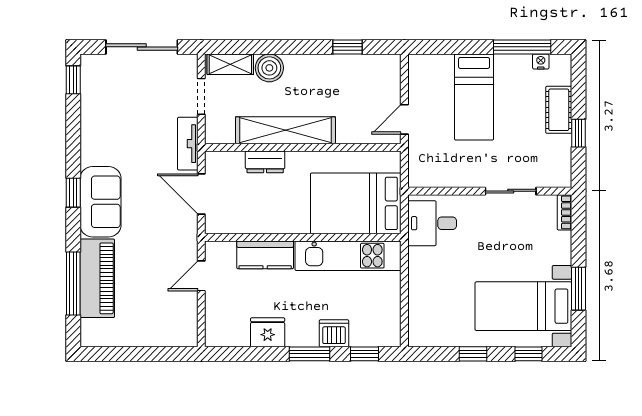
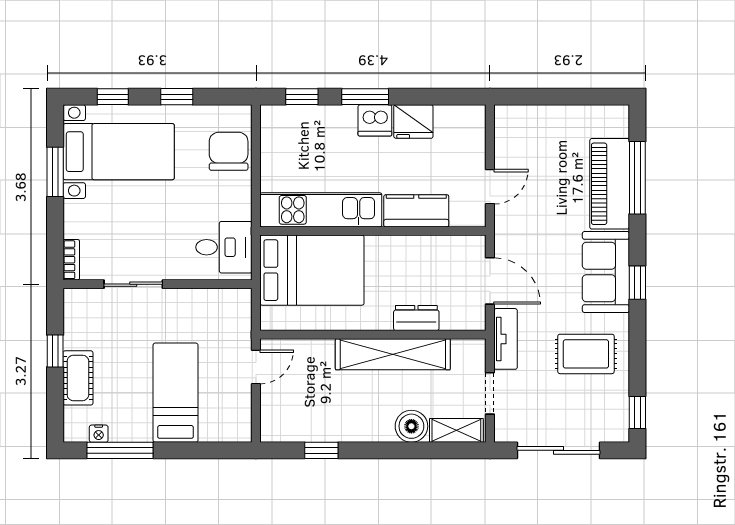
rug: (118, 131) -> (586, 354), added
chair: (428, 307) -> (229, 151), added
dishwasher: (334, 333) -> (375, 120), moved

